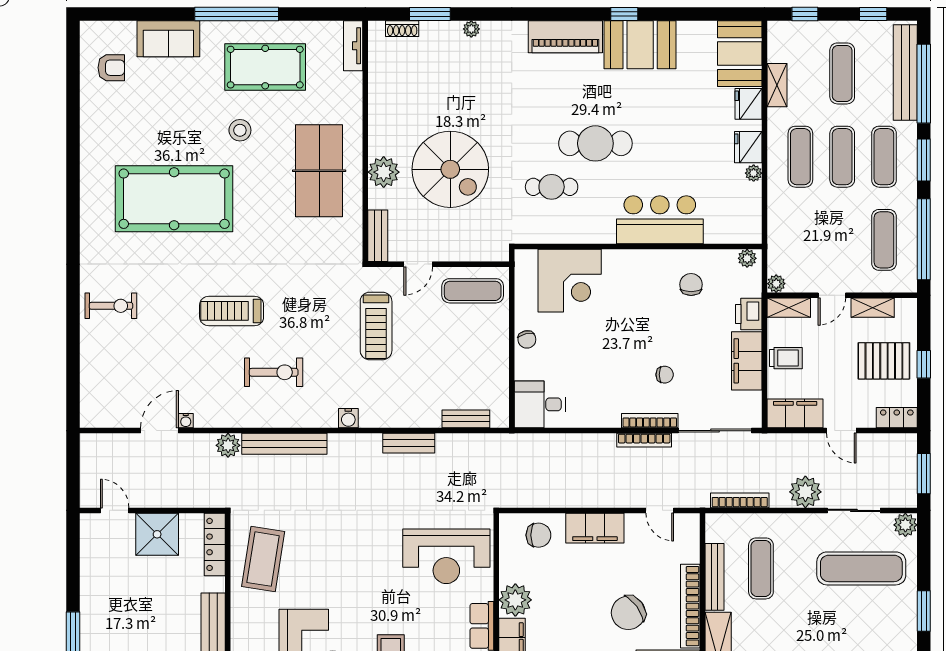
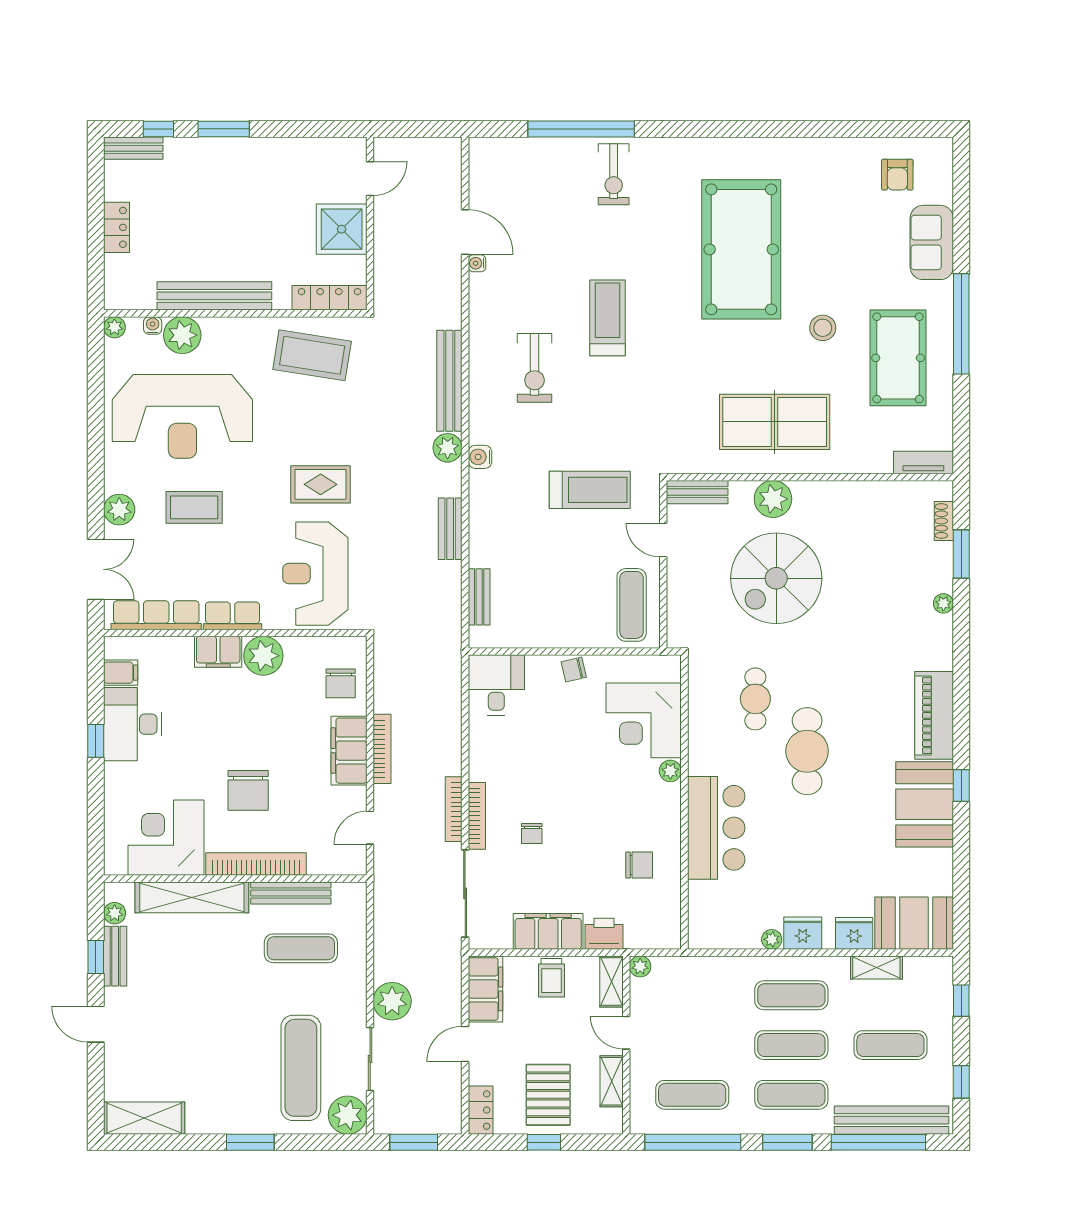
plant: (747, 258) -> (670, 771), moved
treadmill: (376, 326) -> (590, 490), turned 180
window: (73, 333) -> (581, 129), added
plant: (228, 445) -> (448, 448), moved
bookcase: (740, 500) -> (382, 749), moved
plant: (905, 525) -> (348, 1115), width x1.36, depth x1.36
rug: (371, 552) -> (321, 484), added
chair: (628, 613) -> (248, 790), turned -144

